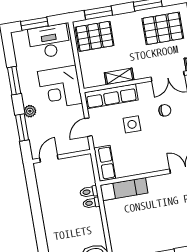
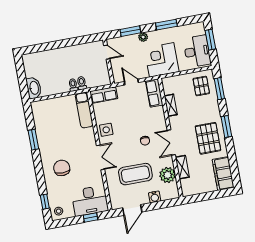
pallet: (95, 36) -> (201, 86), width x0.67, depth x0.71
row of seats: (111, 96) -> (154, 93), width x0.68
side table: (132, 124) -> (106, 130), moved

